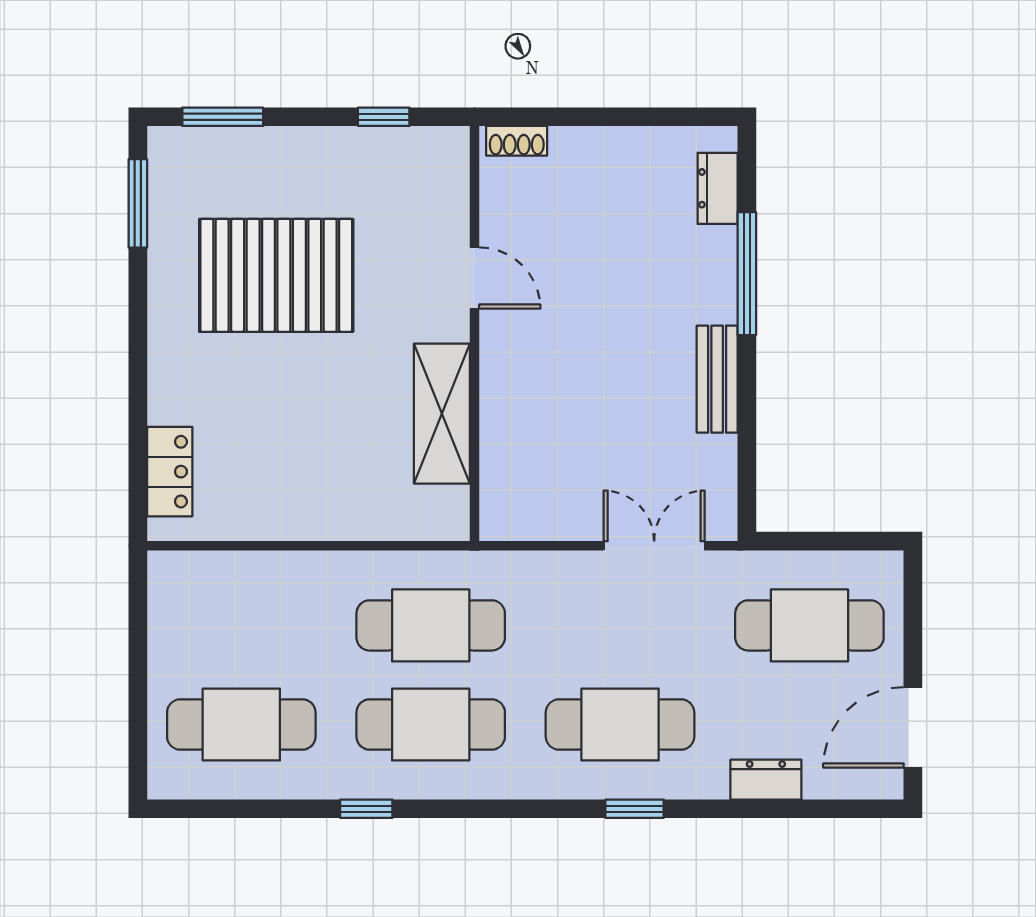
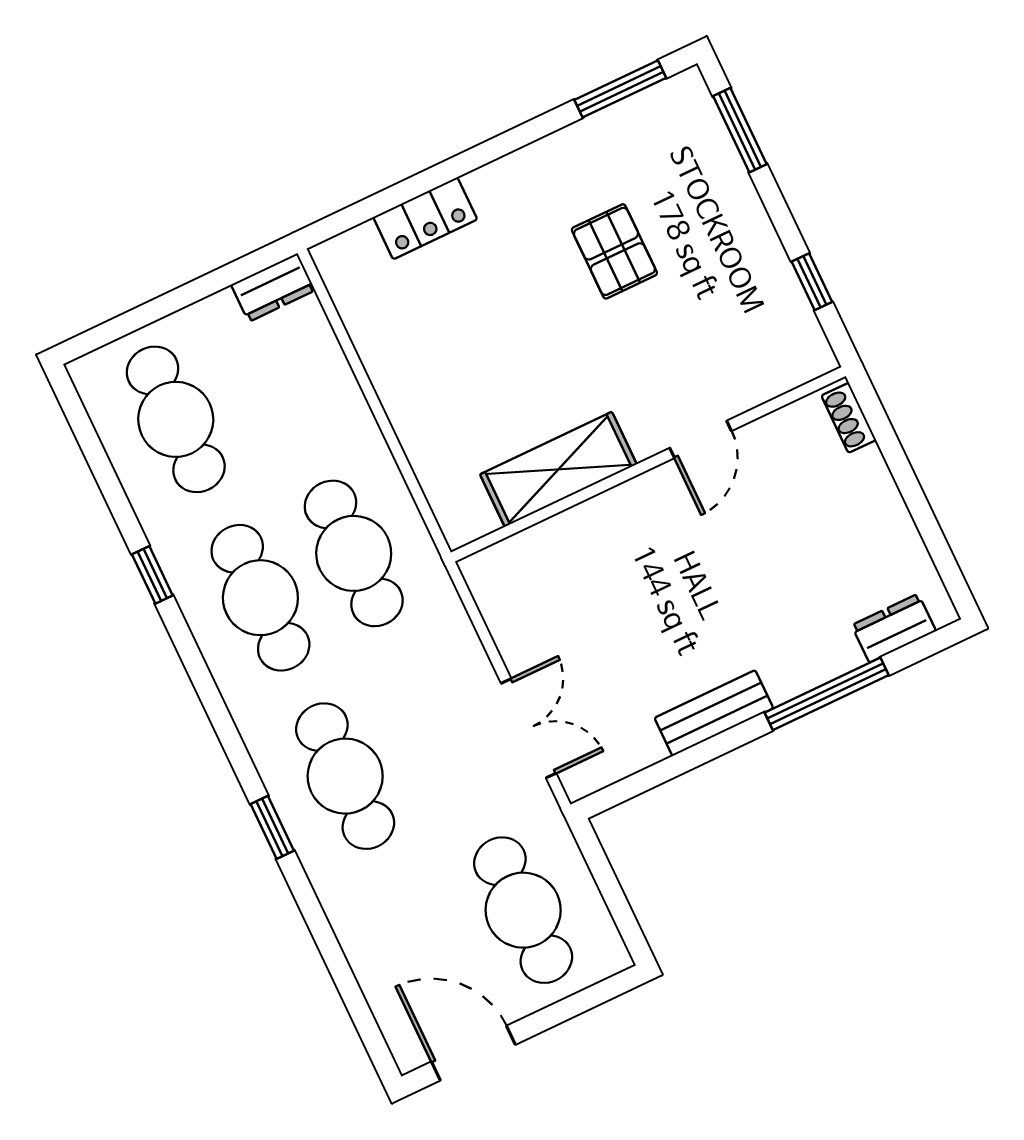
pallet: (276, 275) -> (614, 251), width x0.49, depth x0.50
locker: (170, 472) -> (425, 218), moved
dresser: (766, 780) -> (273, 287), moved, turned 90

